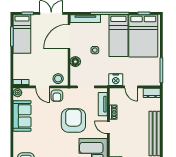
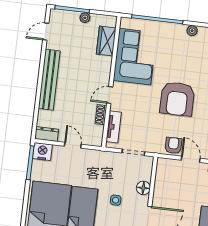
stool: (58, 79) -> (169, 168), removed
nightstand: (116, 80) -> (42, 151), moved
armchair: (73, 121) -> (177, 99), moved
door: (108, 127) -> (110, 95), swing flipped

